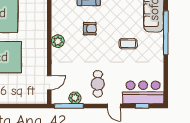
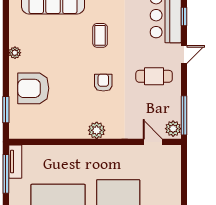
armchair: (90, 29) -> (103, 83), moved
plant: (75, 98) -> (173, 129), moved

